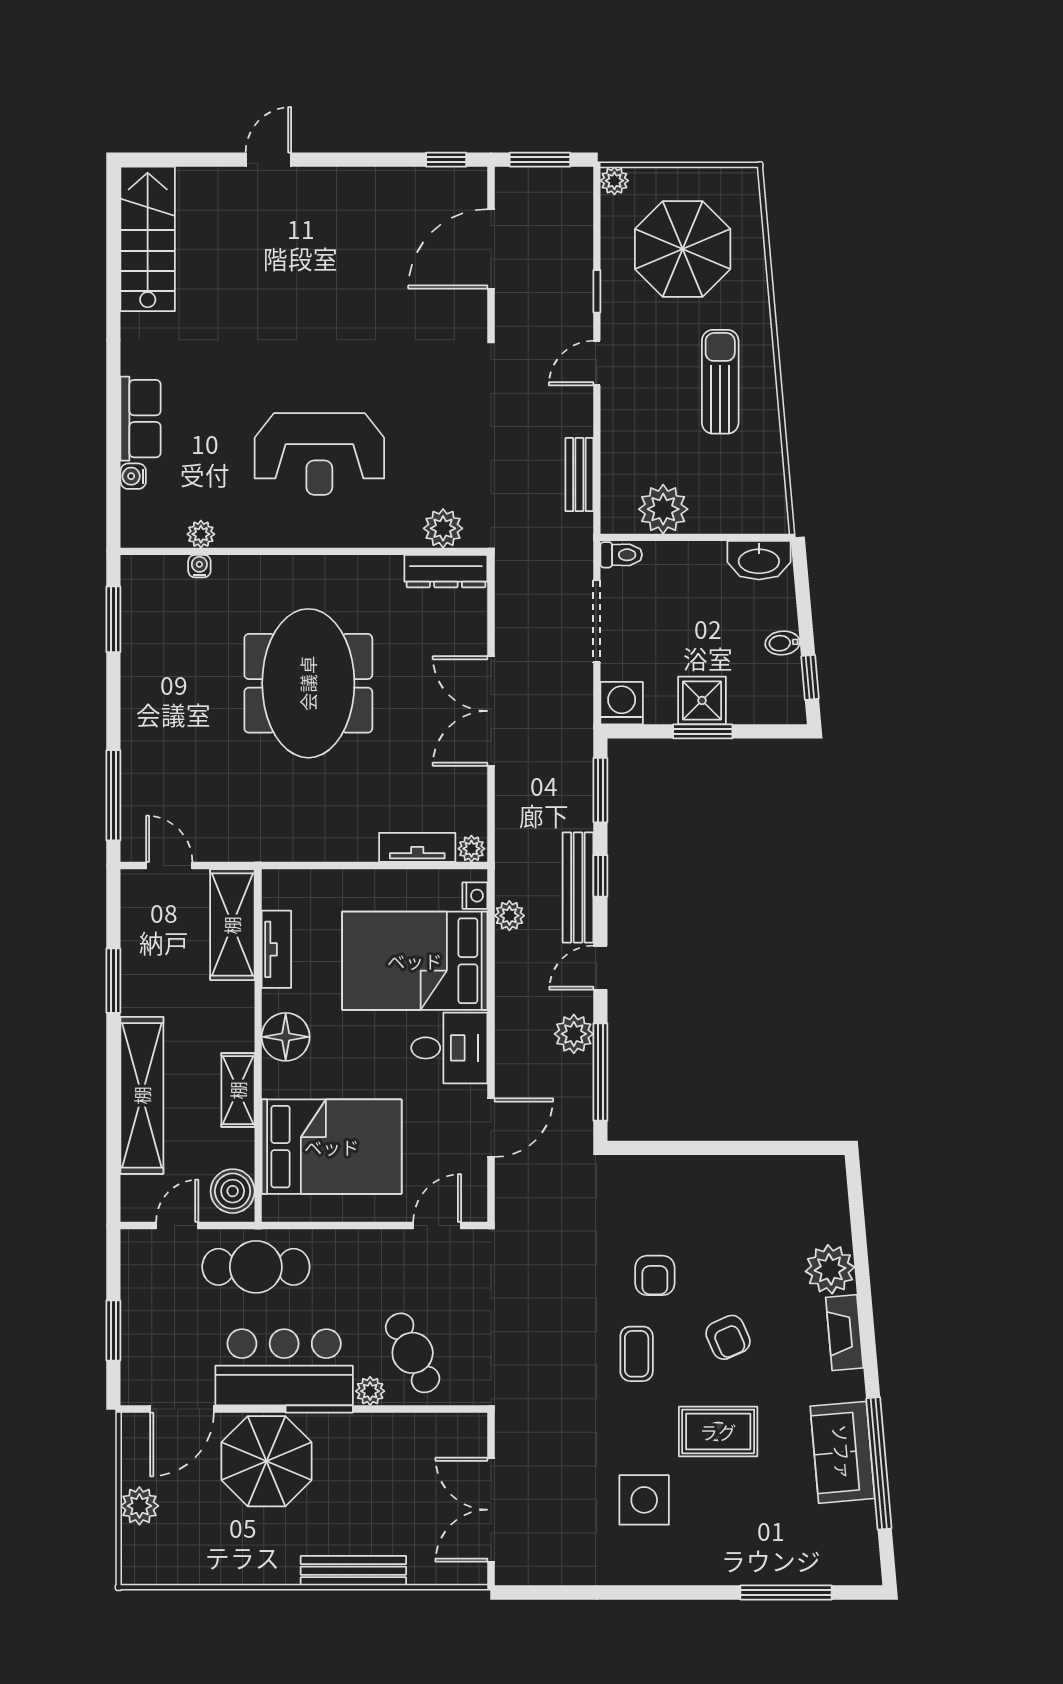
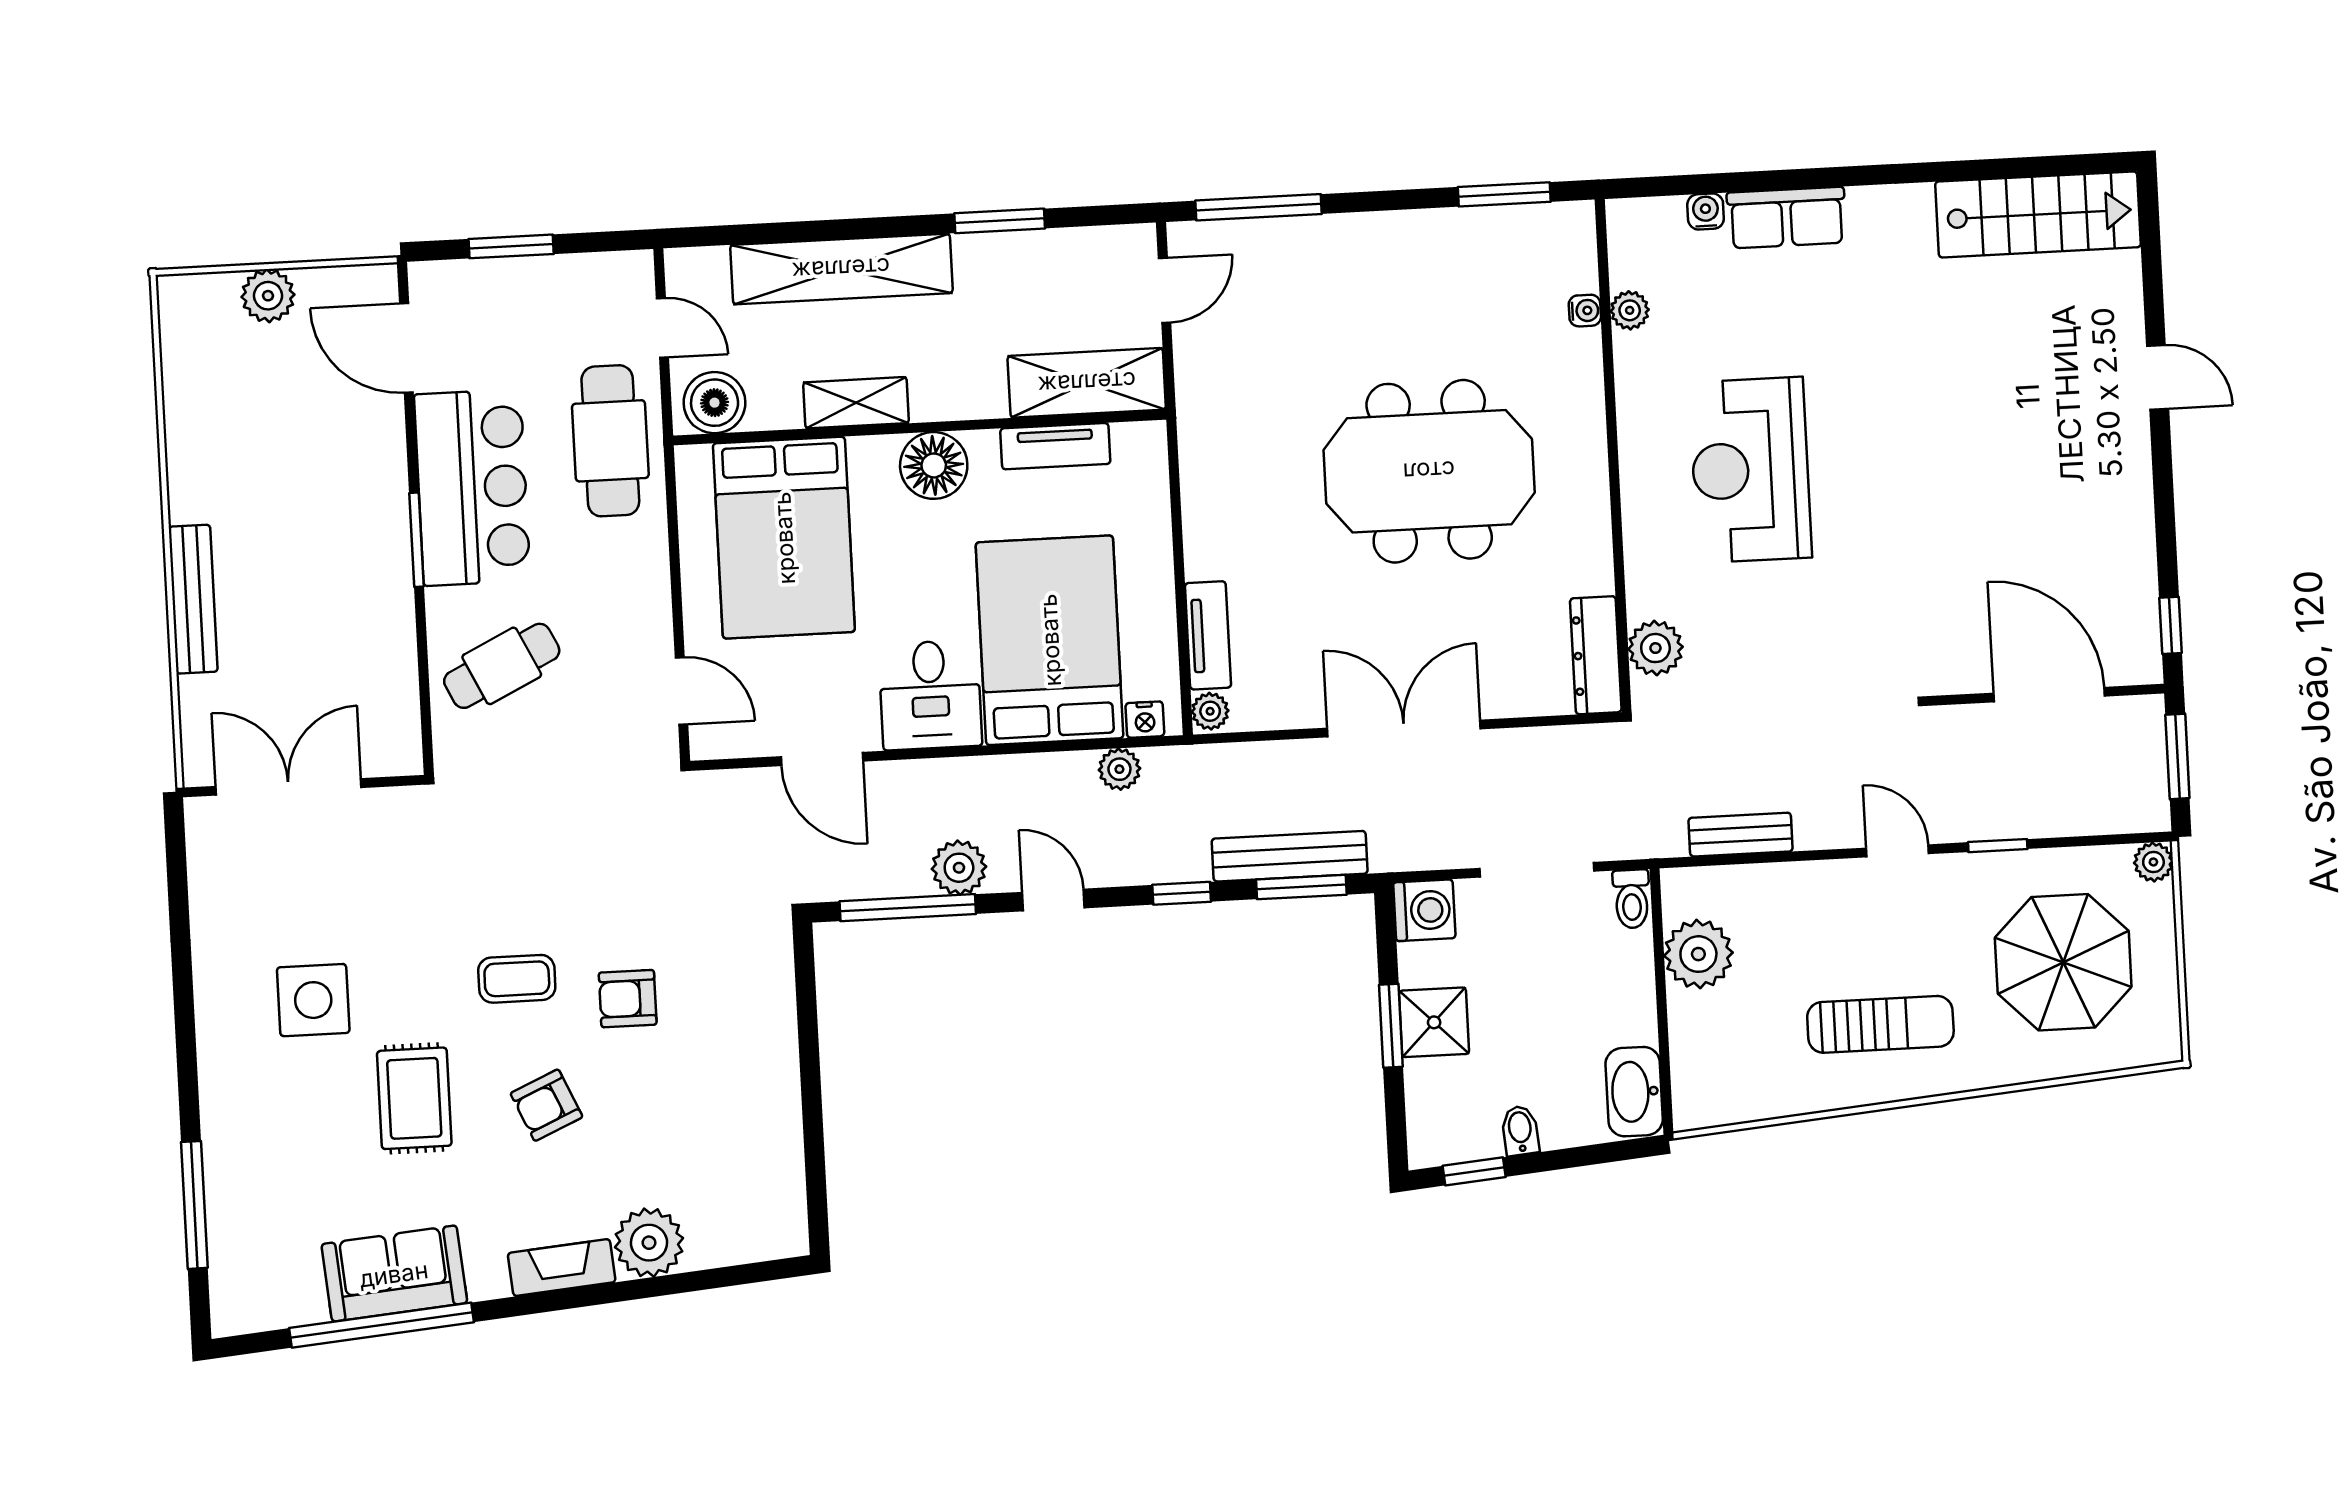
bench: (578, 888) -> (1290, 856), moved
plant: (370, 1391) -> (445, 609), removed
parasol: (267, 1461) -> (340, 470), removed

